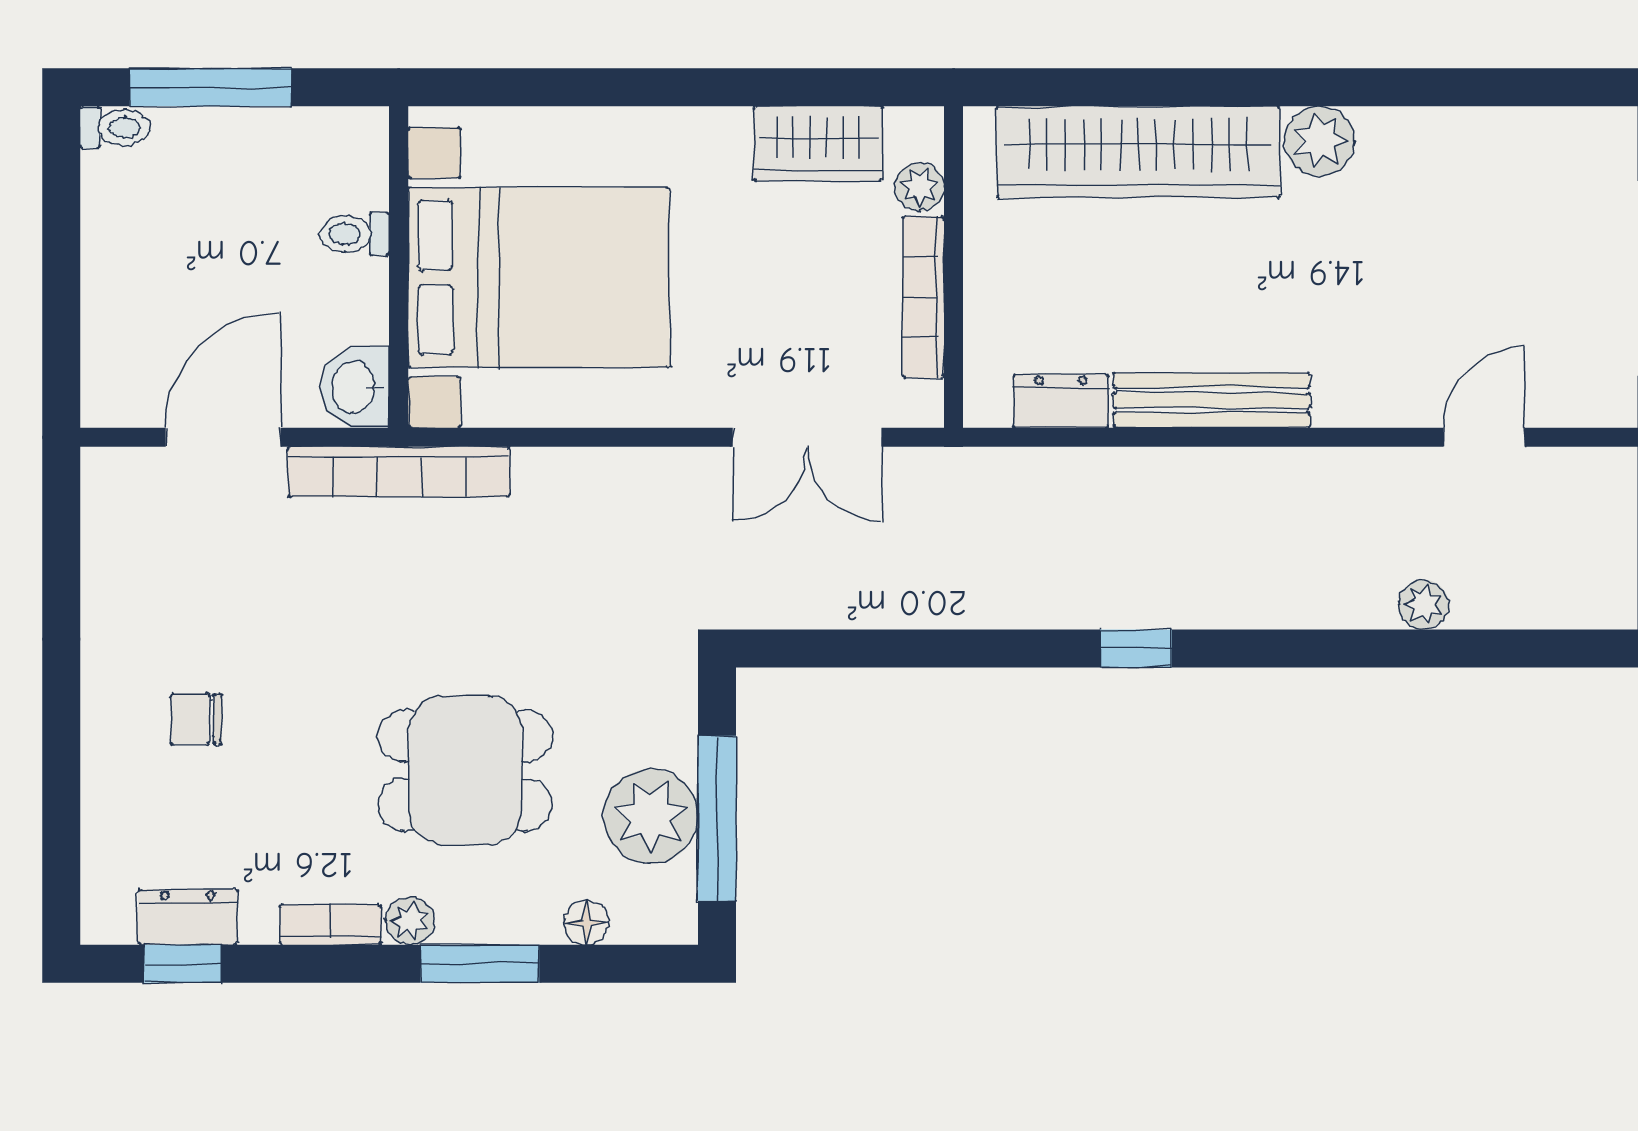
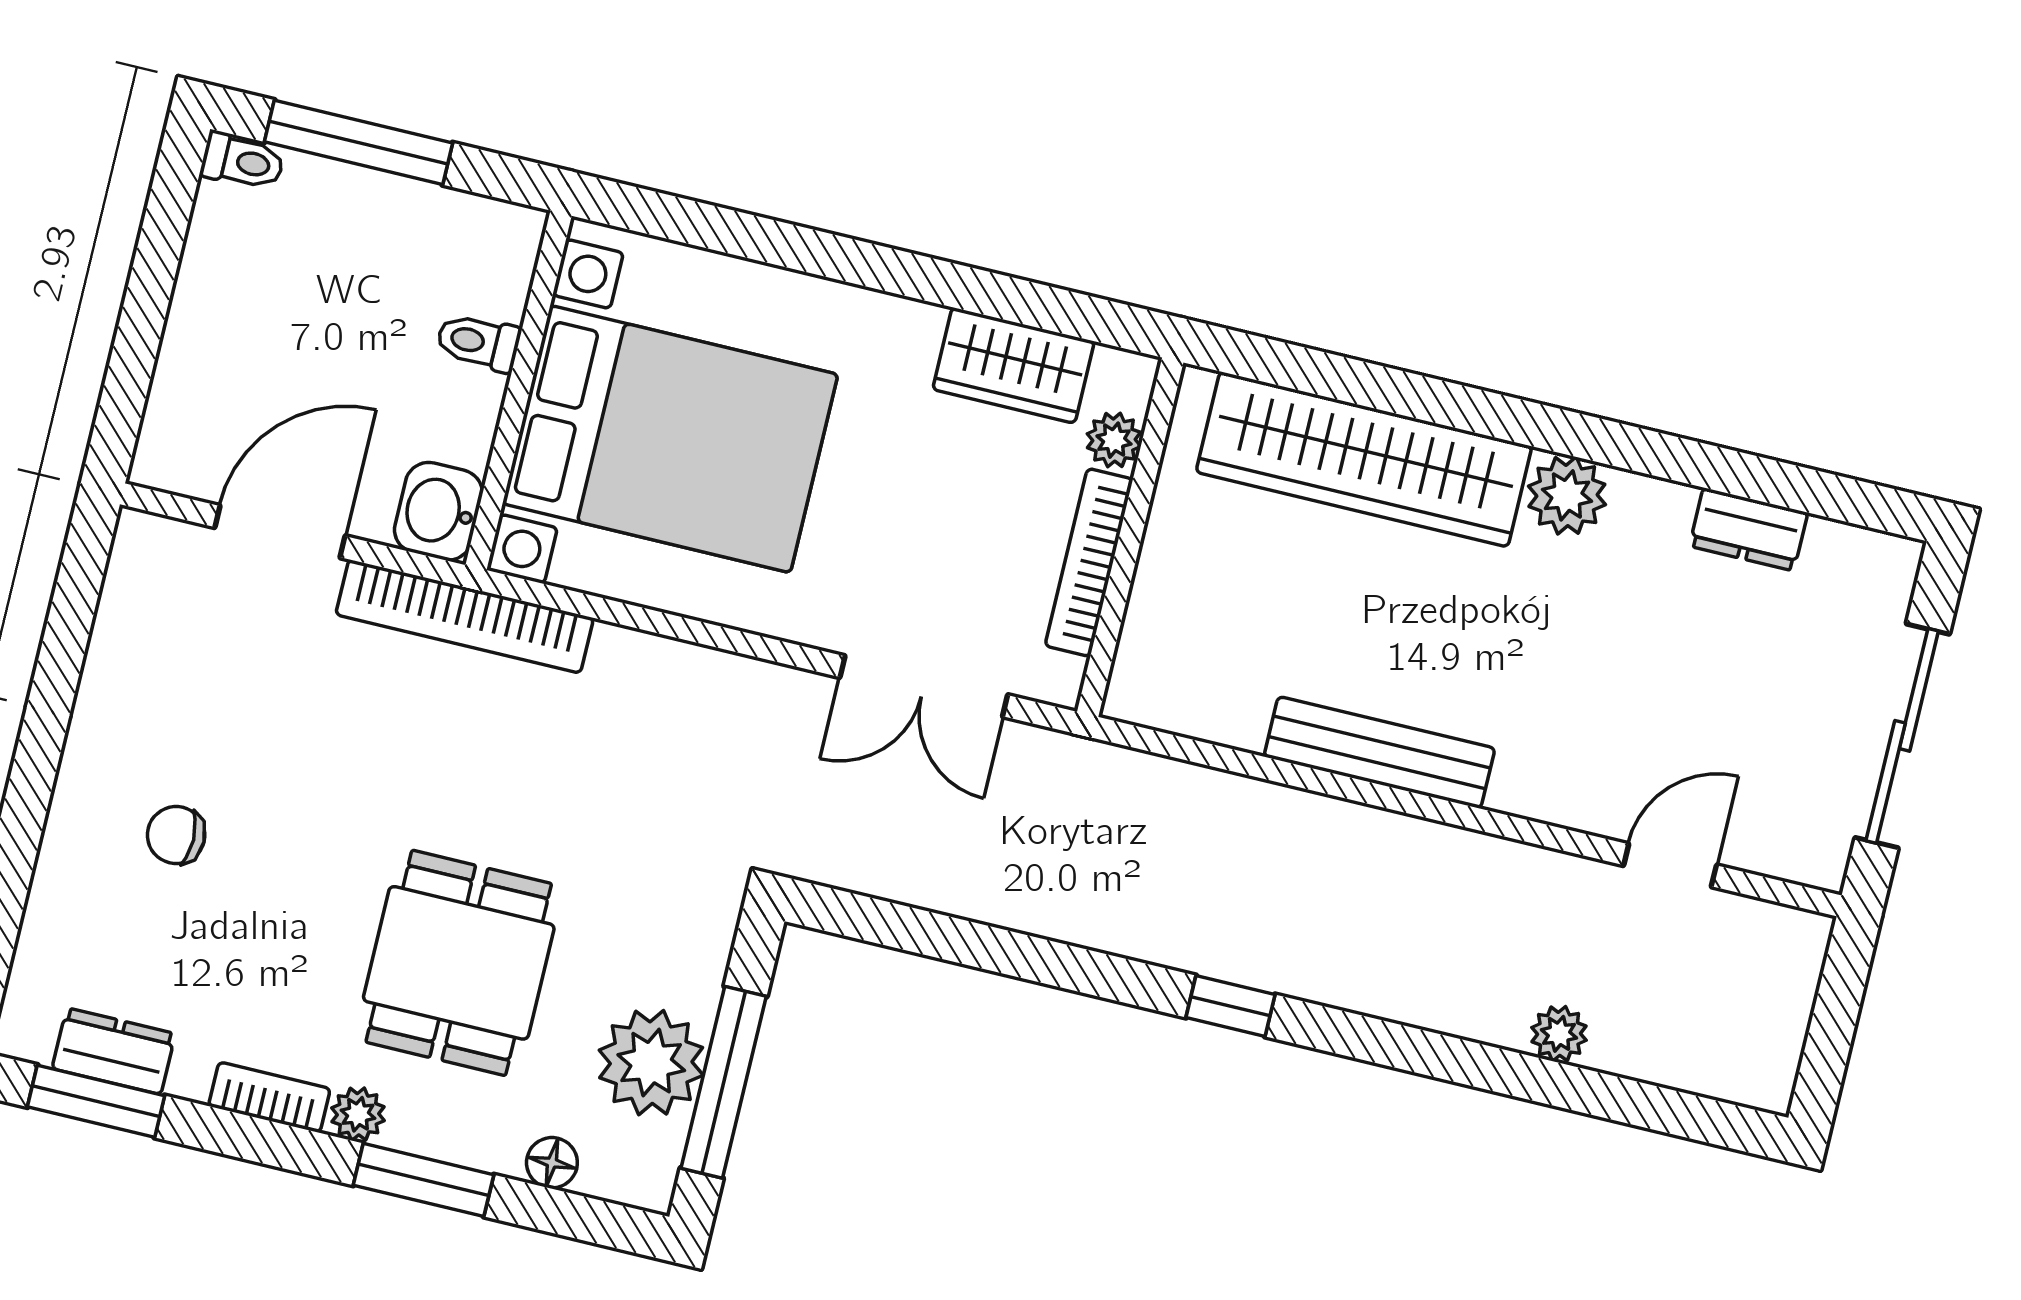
dresser: (1061, 401) -> (1749, 529), moved, turned 180
dining table: (465, 770) -> (459, 963), turned 90
window: (183, 964) -> (96, 1101), width x1.50

